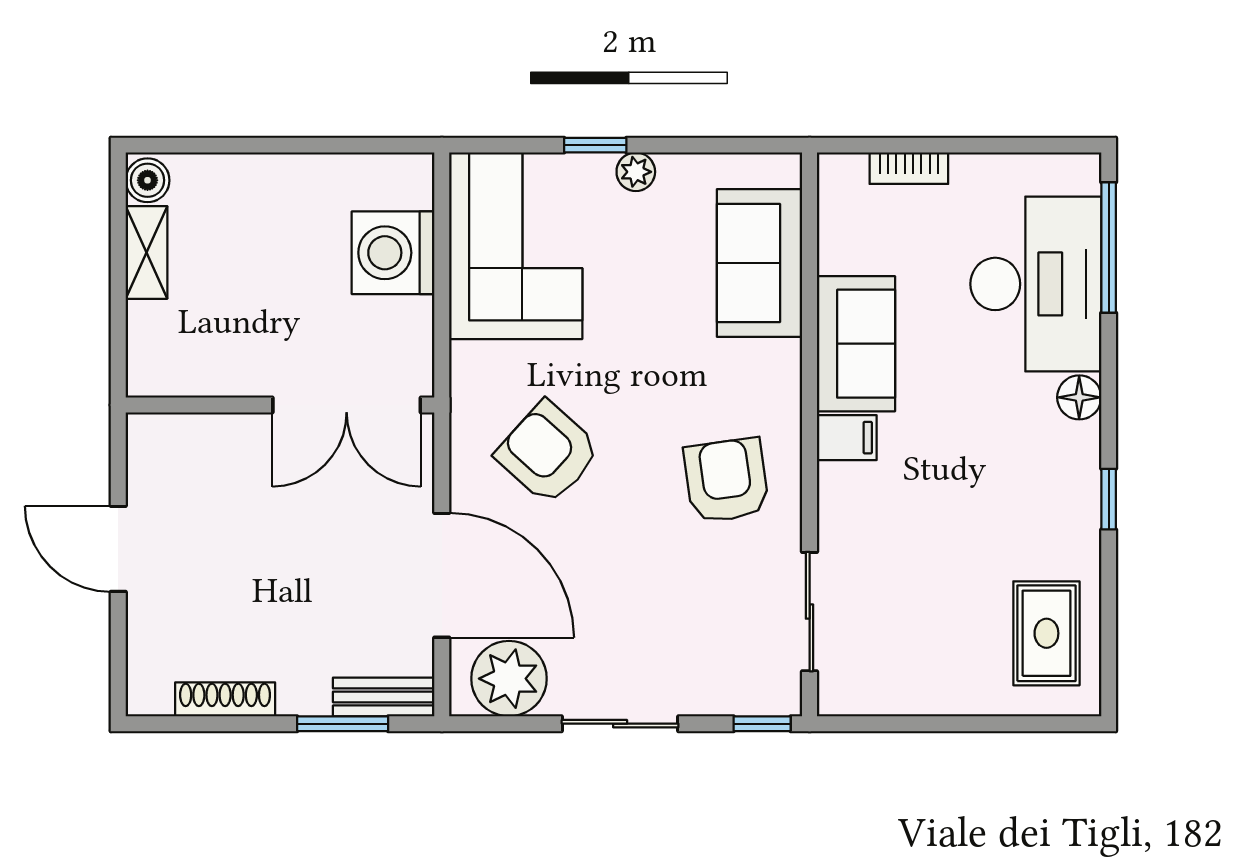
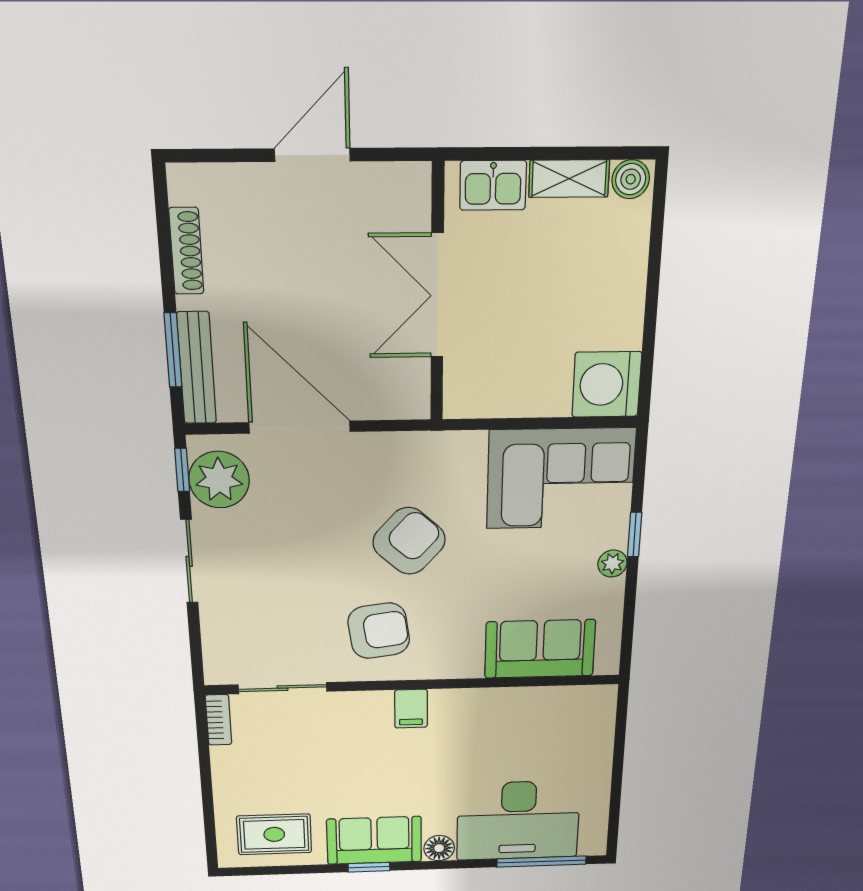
bookcase: (909, 168) -> (218, 720), moved, turned 180
washing machine: (393, 253) -> (607, 384), moved, turned -90
kitchen sink: (153, 341) -> (493, 185), added
sofa: (856, 344) -> (374, 840), moved, turned 180
double door: (347, 405) -> (437, 296), moved
armchair: (548, 453) -> (409, 541), moved
door: (442, 575) -> (300, 427), swing flipped
bench: (384, 697) -> (197, 368), width x1.36
window: (762, 724) -> (182, 470), moved

